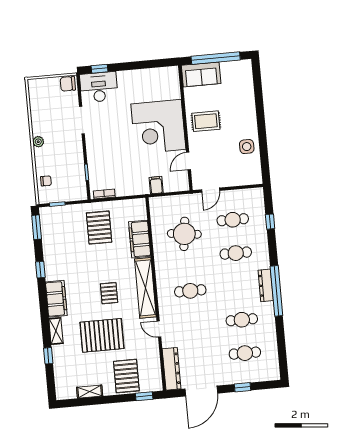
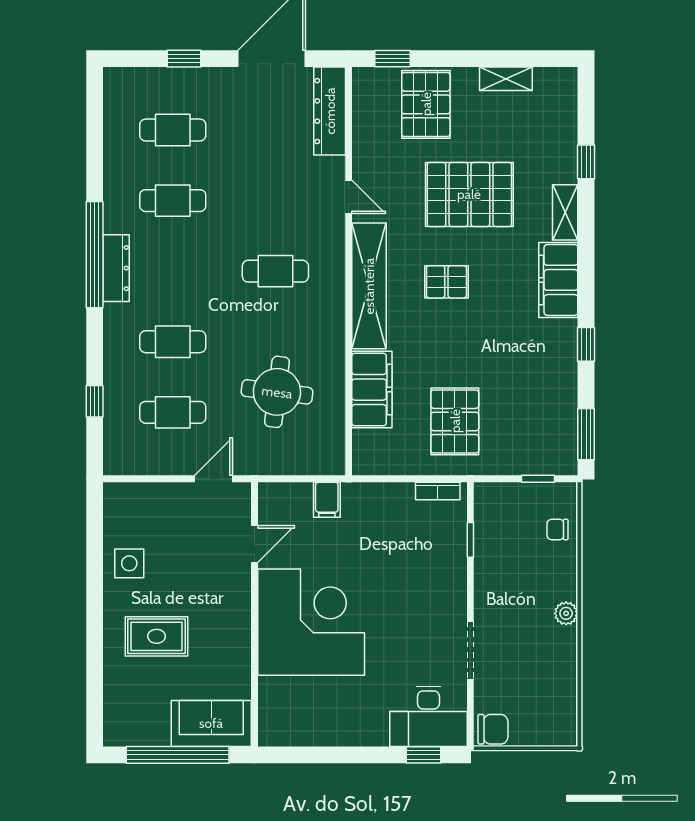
rug: (206, 121) -> (157, 636), moved
pallet: (109, 293) -> (446, 282), turned 90

